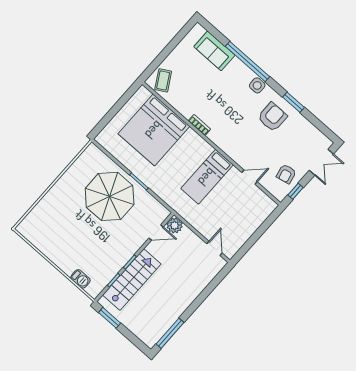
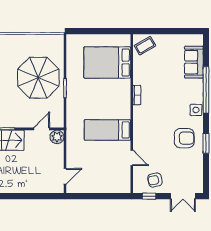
bed: (154, 130) -> (107, 63), width x0.73
door: (156, 232) -> (42, 129), swing flipped

